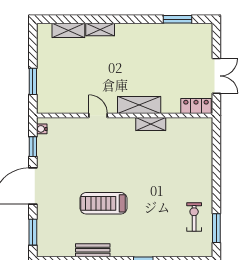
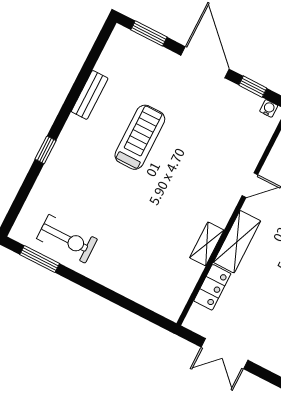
locker: (196, 106) -> (212, 287), moved
exercise bike: (194, 217) -> (67, 239), width x1.38, depth x1.39

